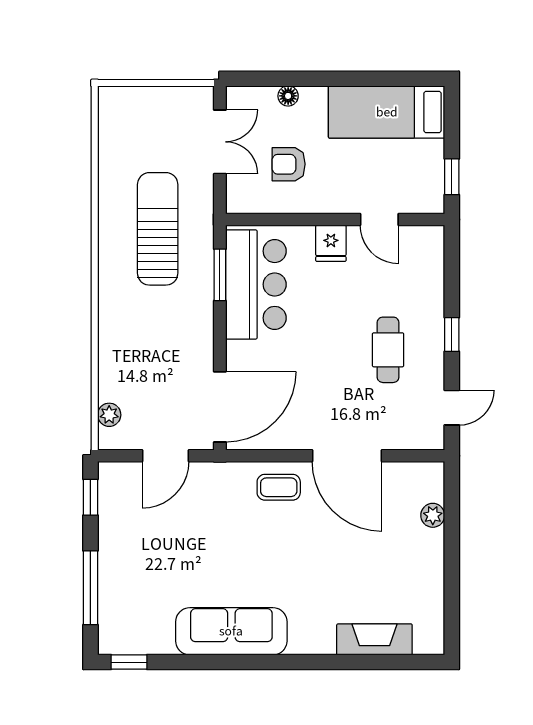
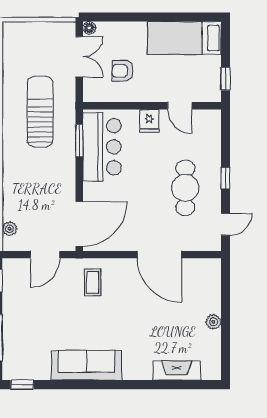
floor lamp: (288, 96) -> (89, 28), moved
cafe table: (388, 350) -> (185, 188), width x1.37, depth x1.35
coffee table: (279, 487) -> (93, 282), moved, turned 90
plant: (433, 515) -> (213, 322), moved

